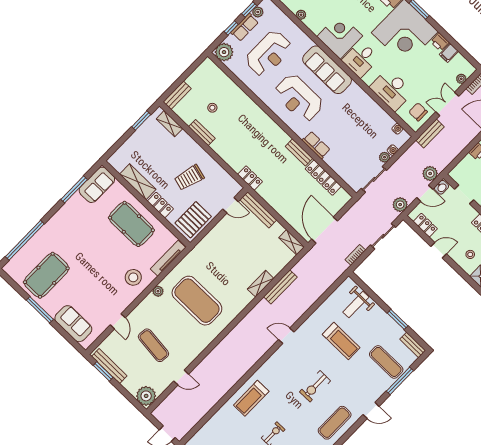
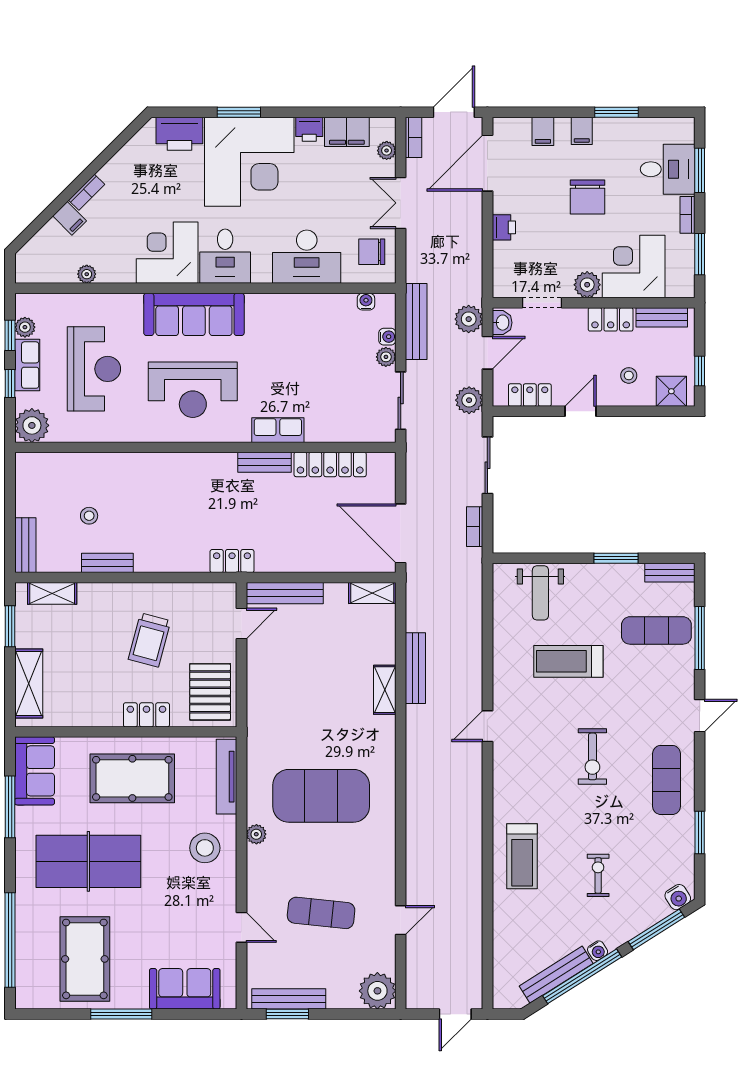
filing cabinet: (449, 53) -> (347, 132), width x2.00
bench: (430, 133) -> (416, 322), moved, width x1.36
shelving: (138, 182) -> (29, 683), moved, turned 90
table tennis table: (84, 239) -> (88, 861), added
treadmill: (341, 341) -> (568, 661), turned 180

